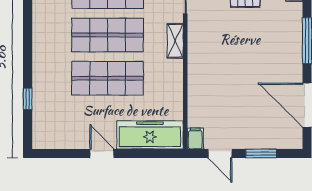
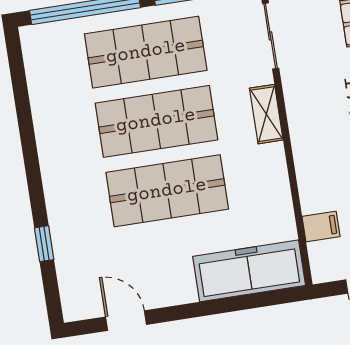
filing cabinet: (195, 138) -> (321, 226), moved, turned 90
door: (102, 153) -> (126, 321), moved

